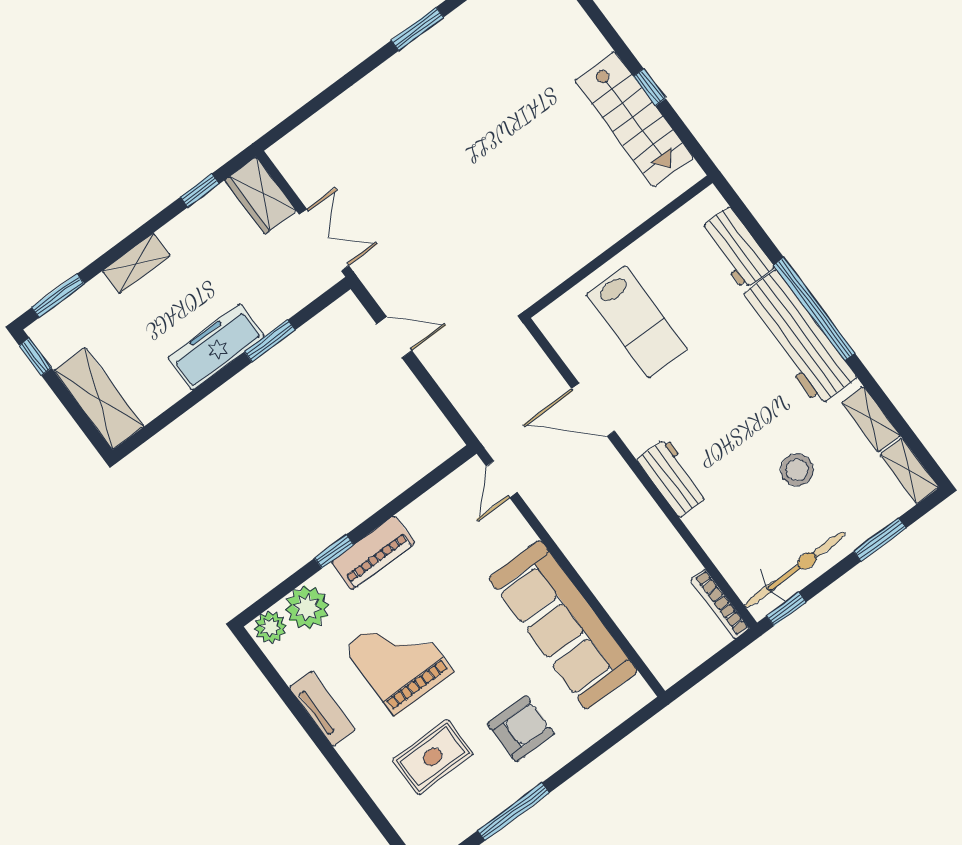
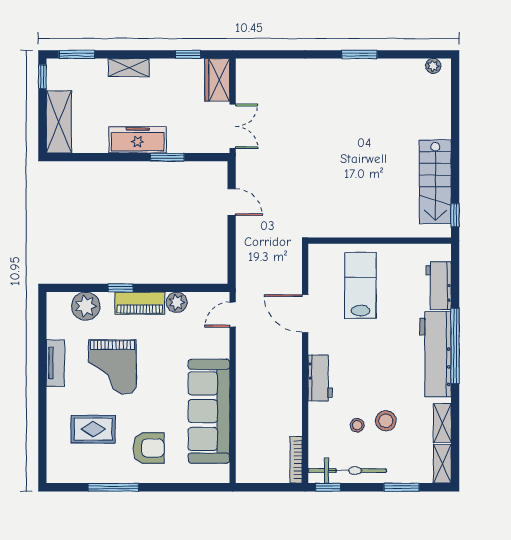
window: (650, 87) -> (455, 215), moved
lab bench: (637, 322) -> (360, 285), turned 180
stool: (765, 503) -> (357, 425), added
plant: (270, 627) -> (177, 302), moved
grand piano: (398, 660) -> (112, 367), turned 180

